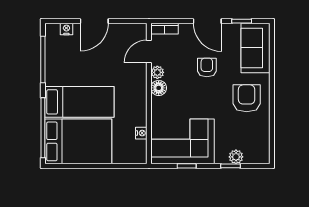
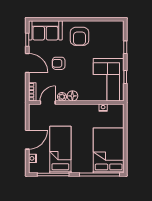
door: (94, 21) -> (27, 140), hinge flipped
door: (207, 21) -> (27, 63), hinge flipped
door: (149, 51) -> (48, 103), swing flipped
armchair: (247, 98) -> (79, 36), turned -90
bed: (79, 102) -> (60, 150), moved
plant: (236, 157) -> (119, 44), removed

